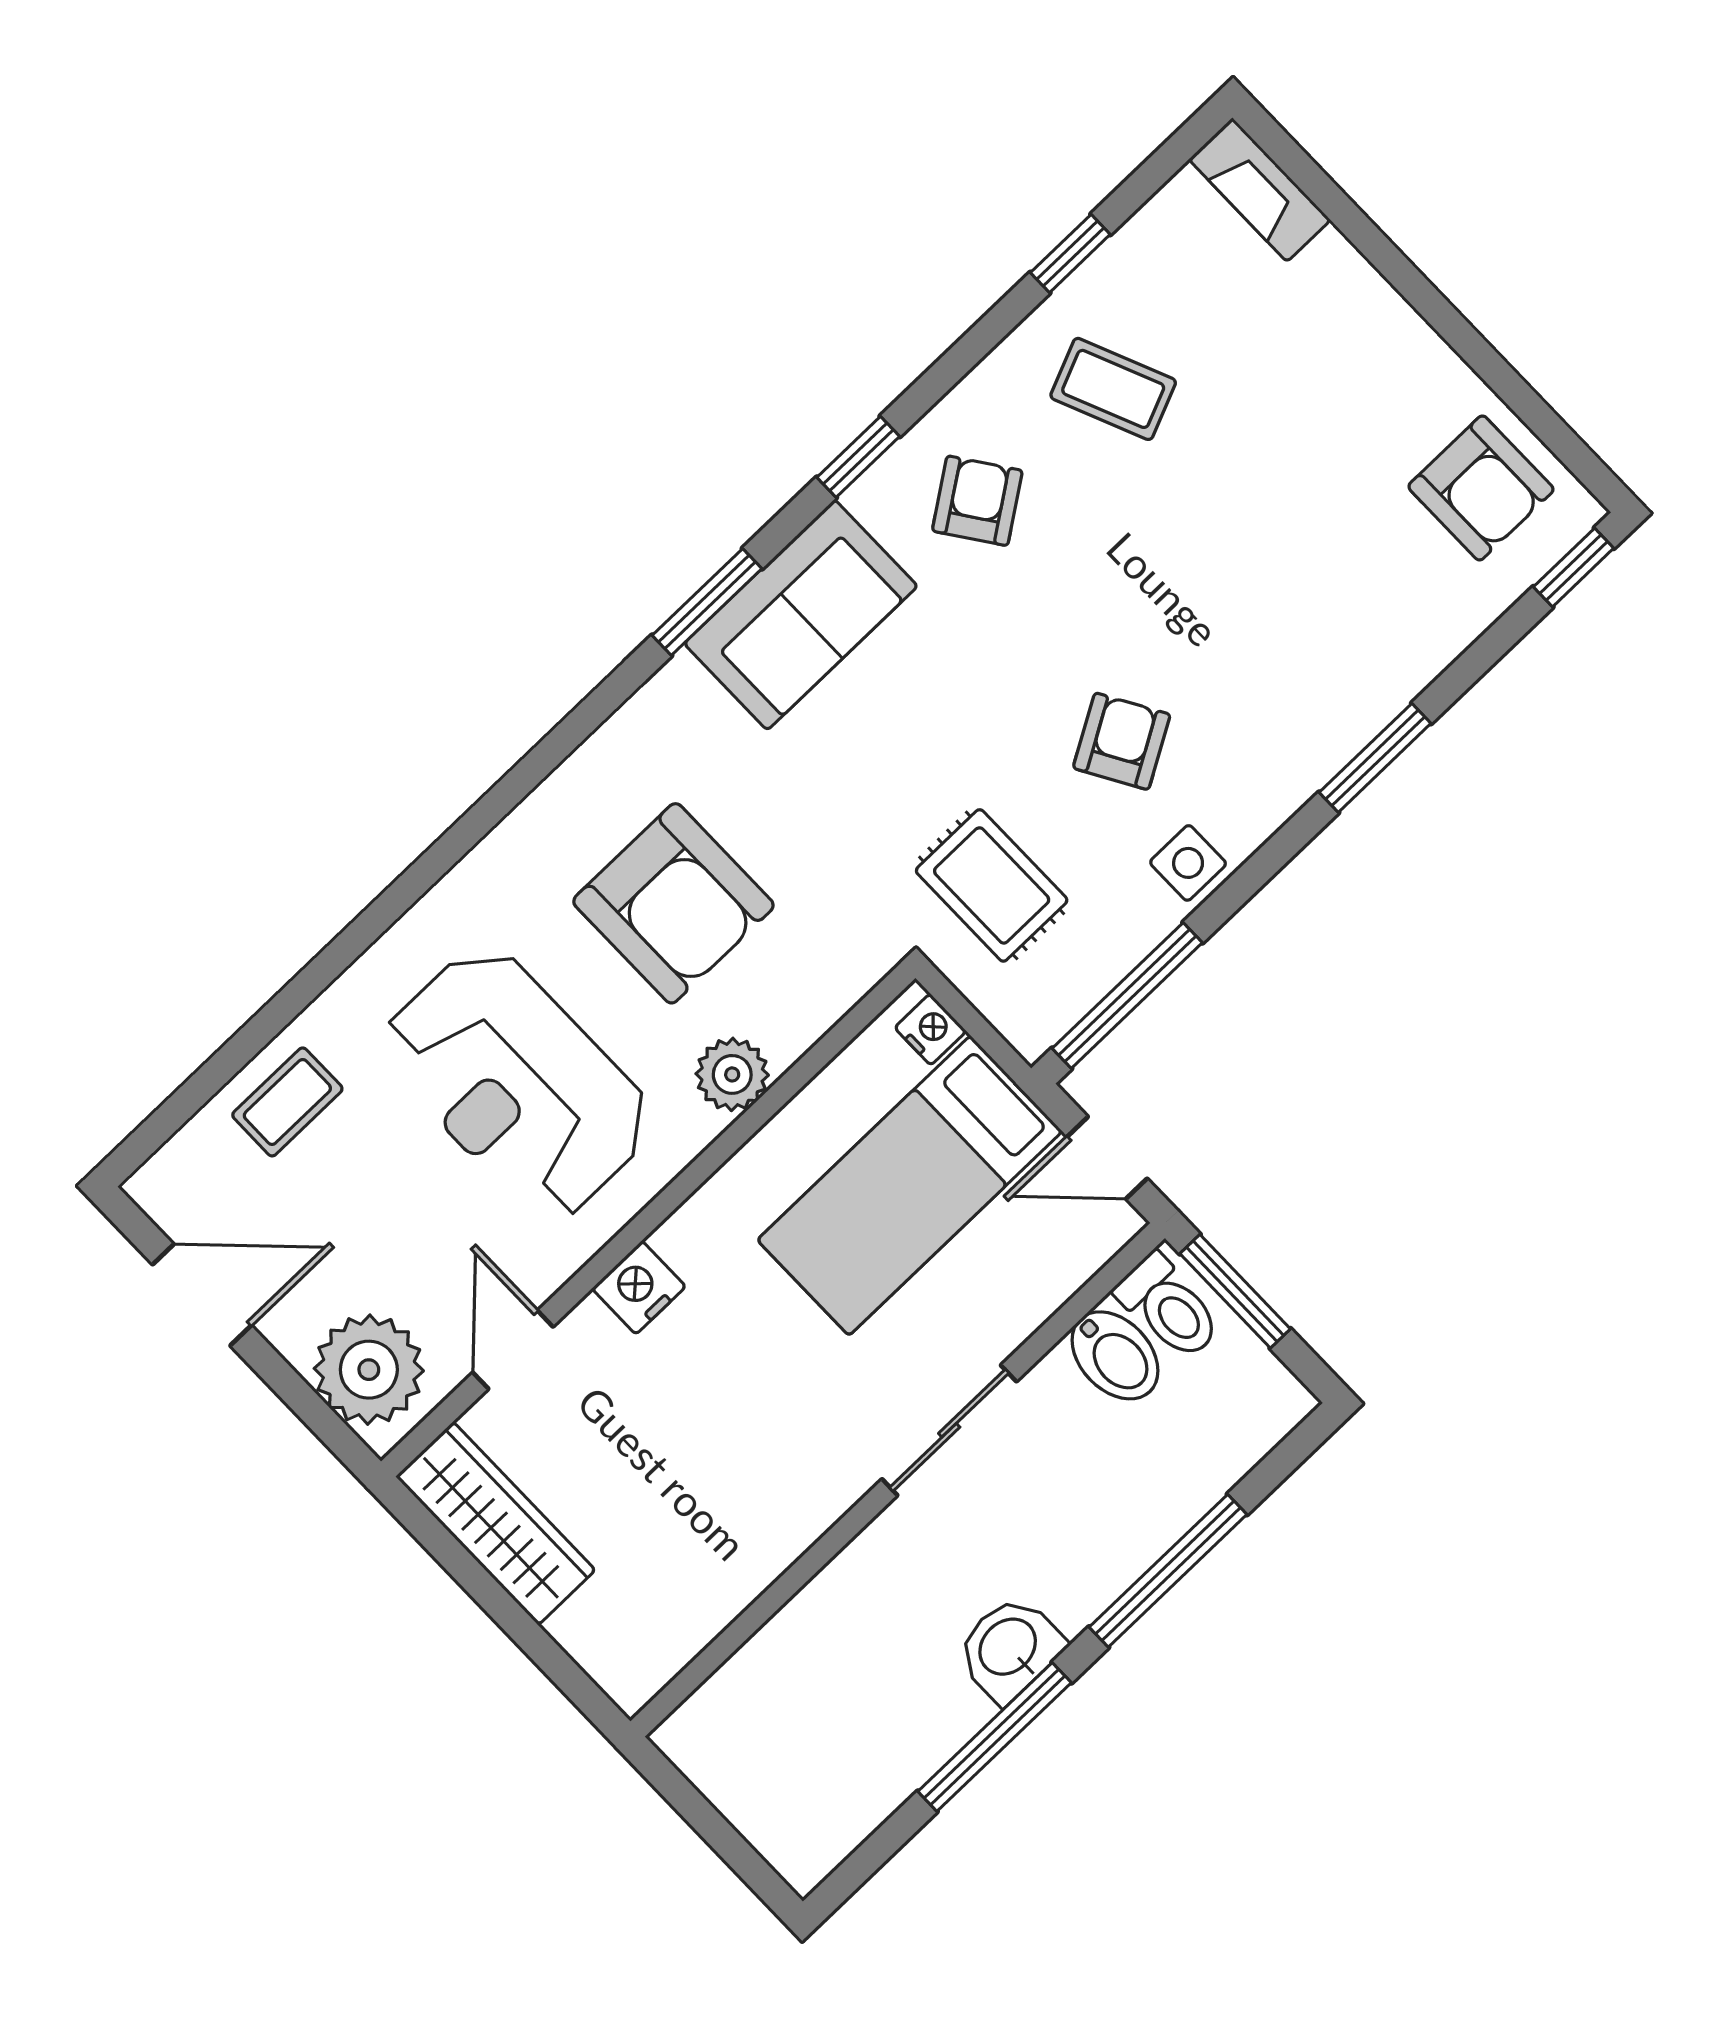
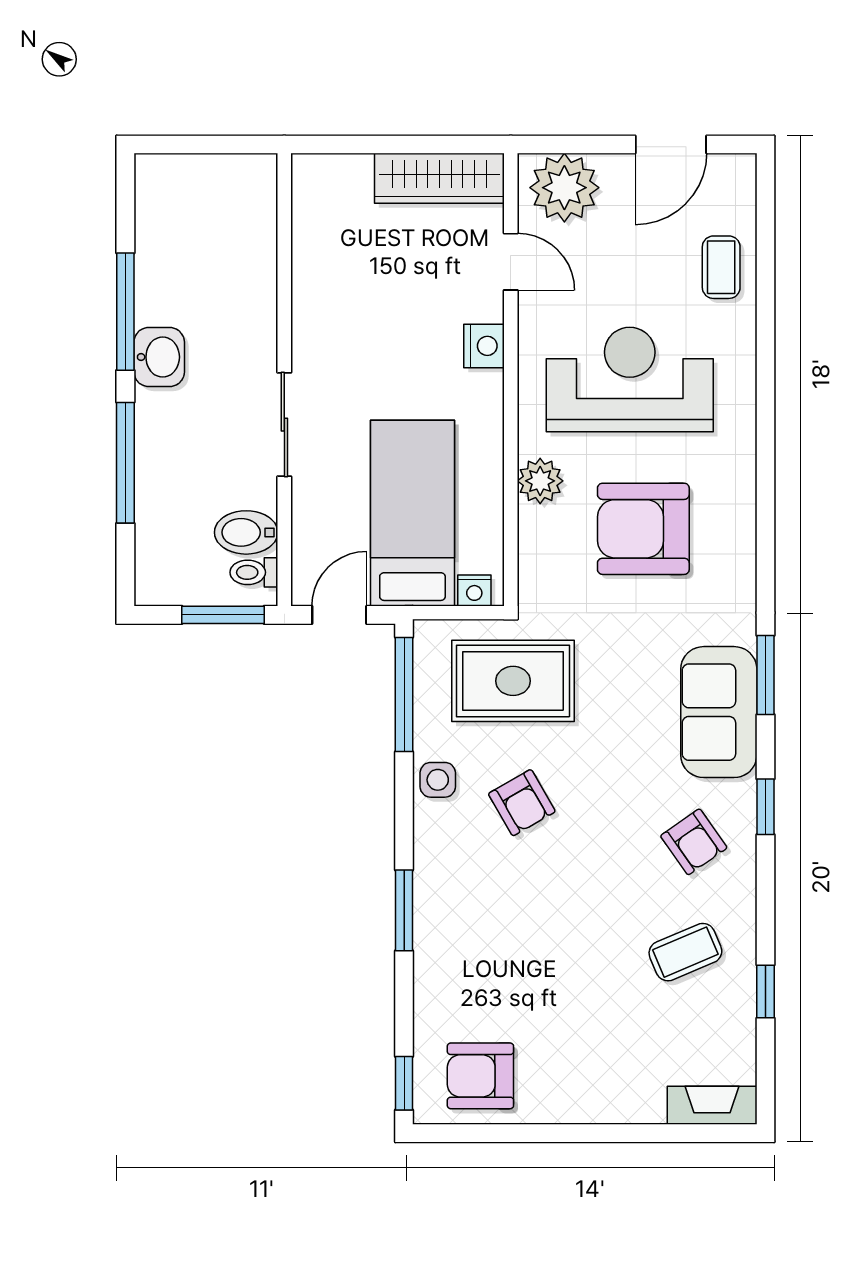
rug: (992, 885) -> (513, 681), width x1.36, depth x1.43
toilet: (1169, 1307) -> (254, 572), width x0.73, depth x0.72

